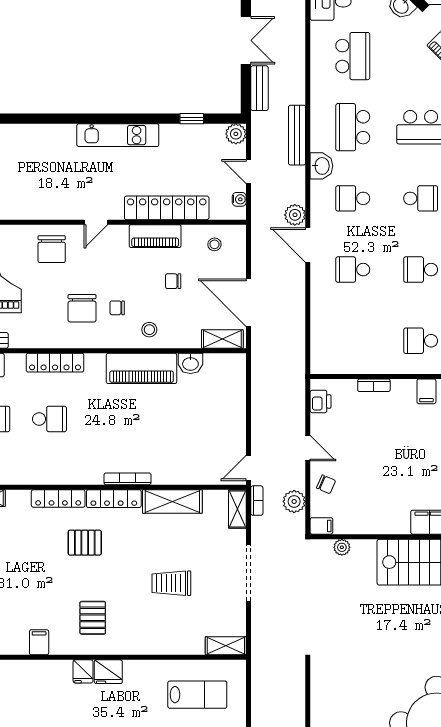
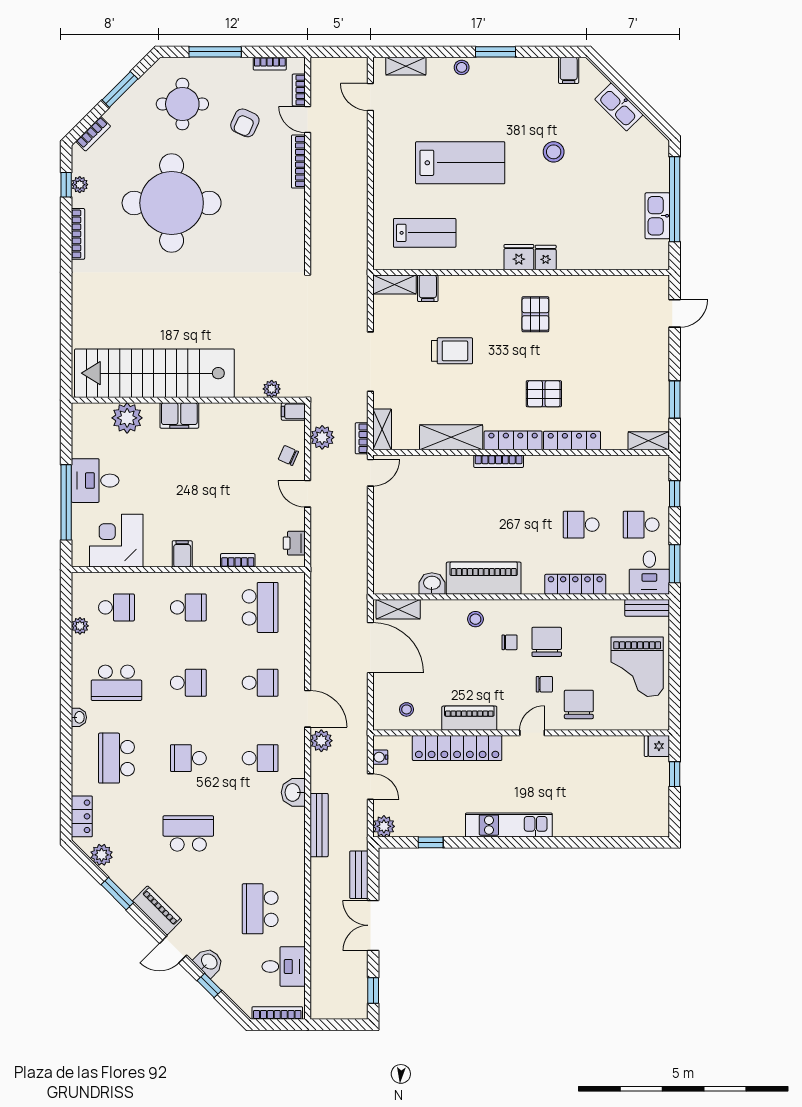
school desk: (353, 127) -> (260, 607), moved
chair: (173, 281) -> (544, 684), moved
filing cabinet: (39, 642) -> (428, 288), moved
lab bench: (197, 695) -> (425, 233), turned 180

